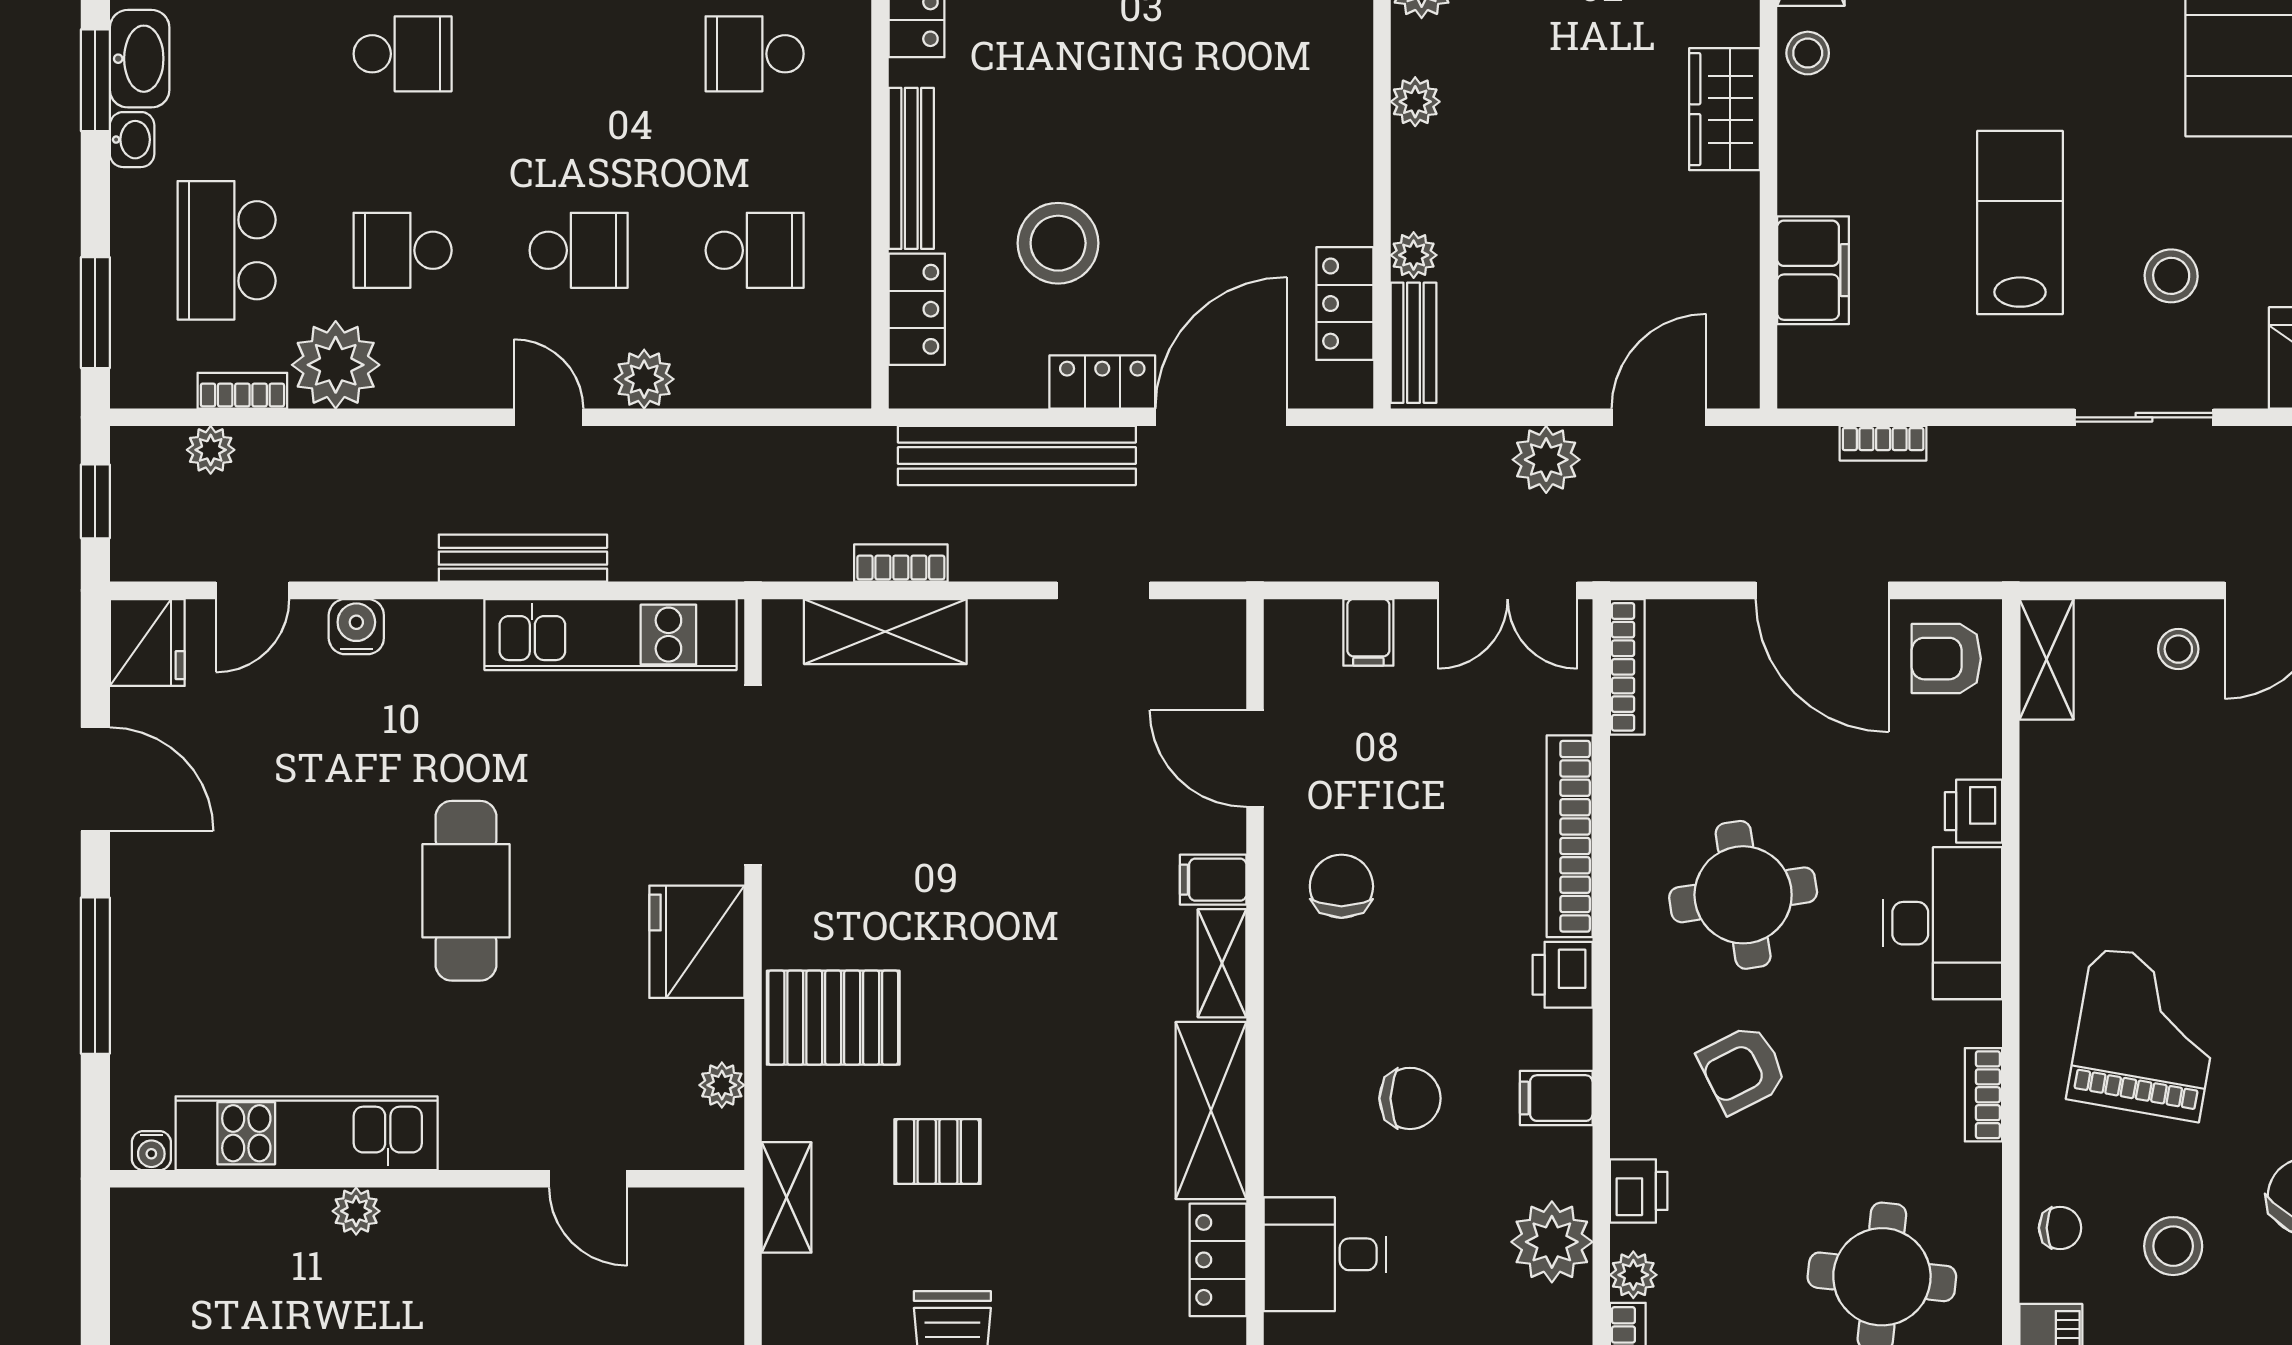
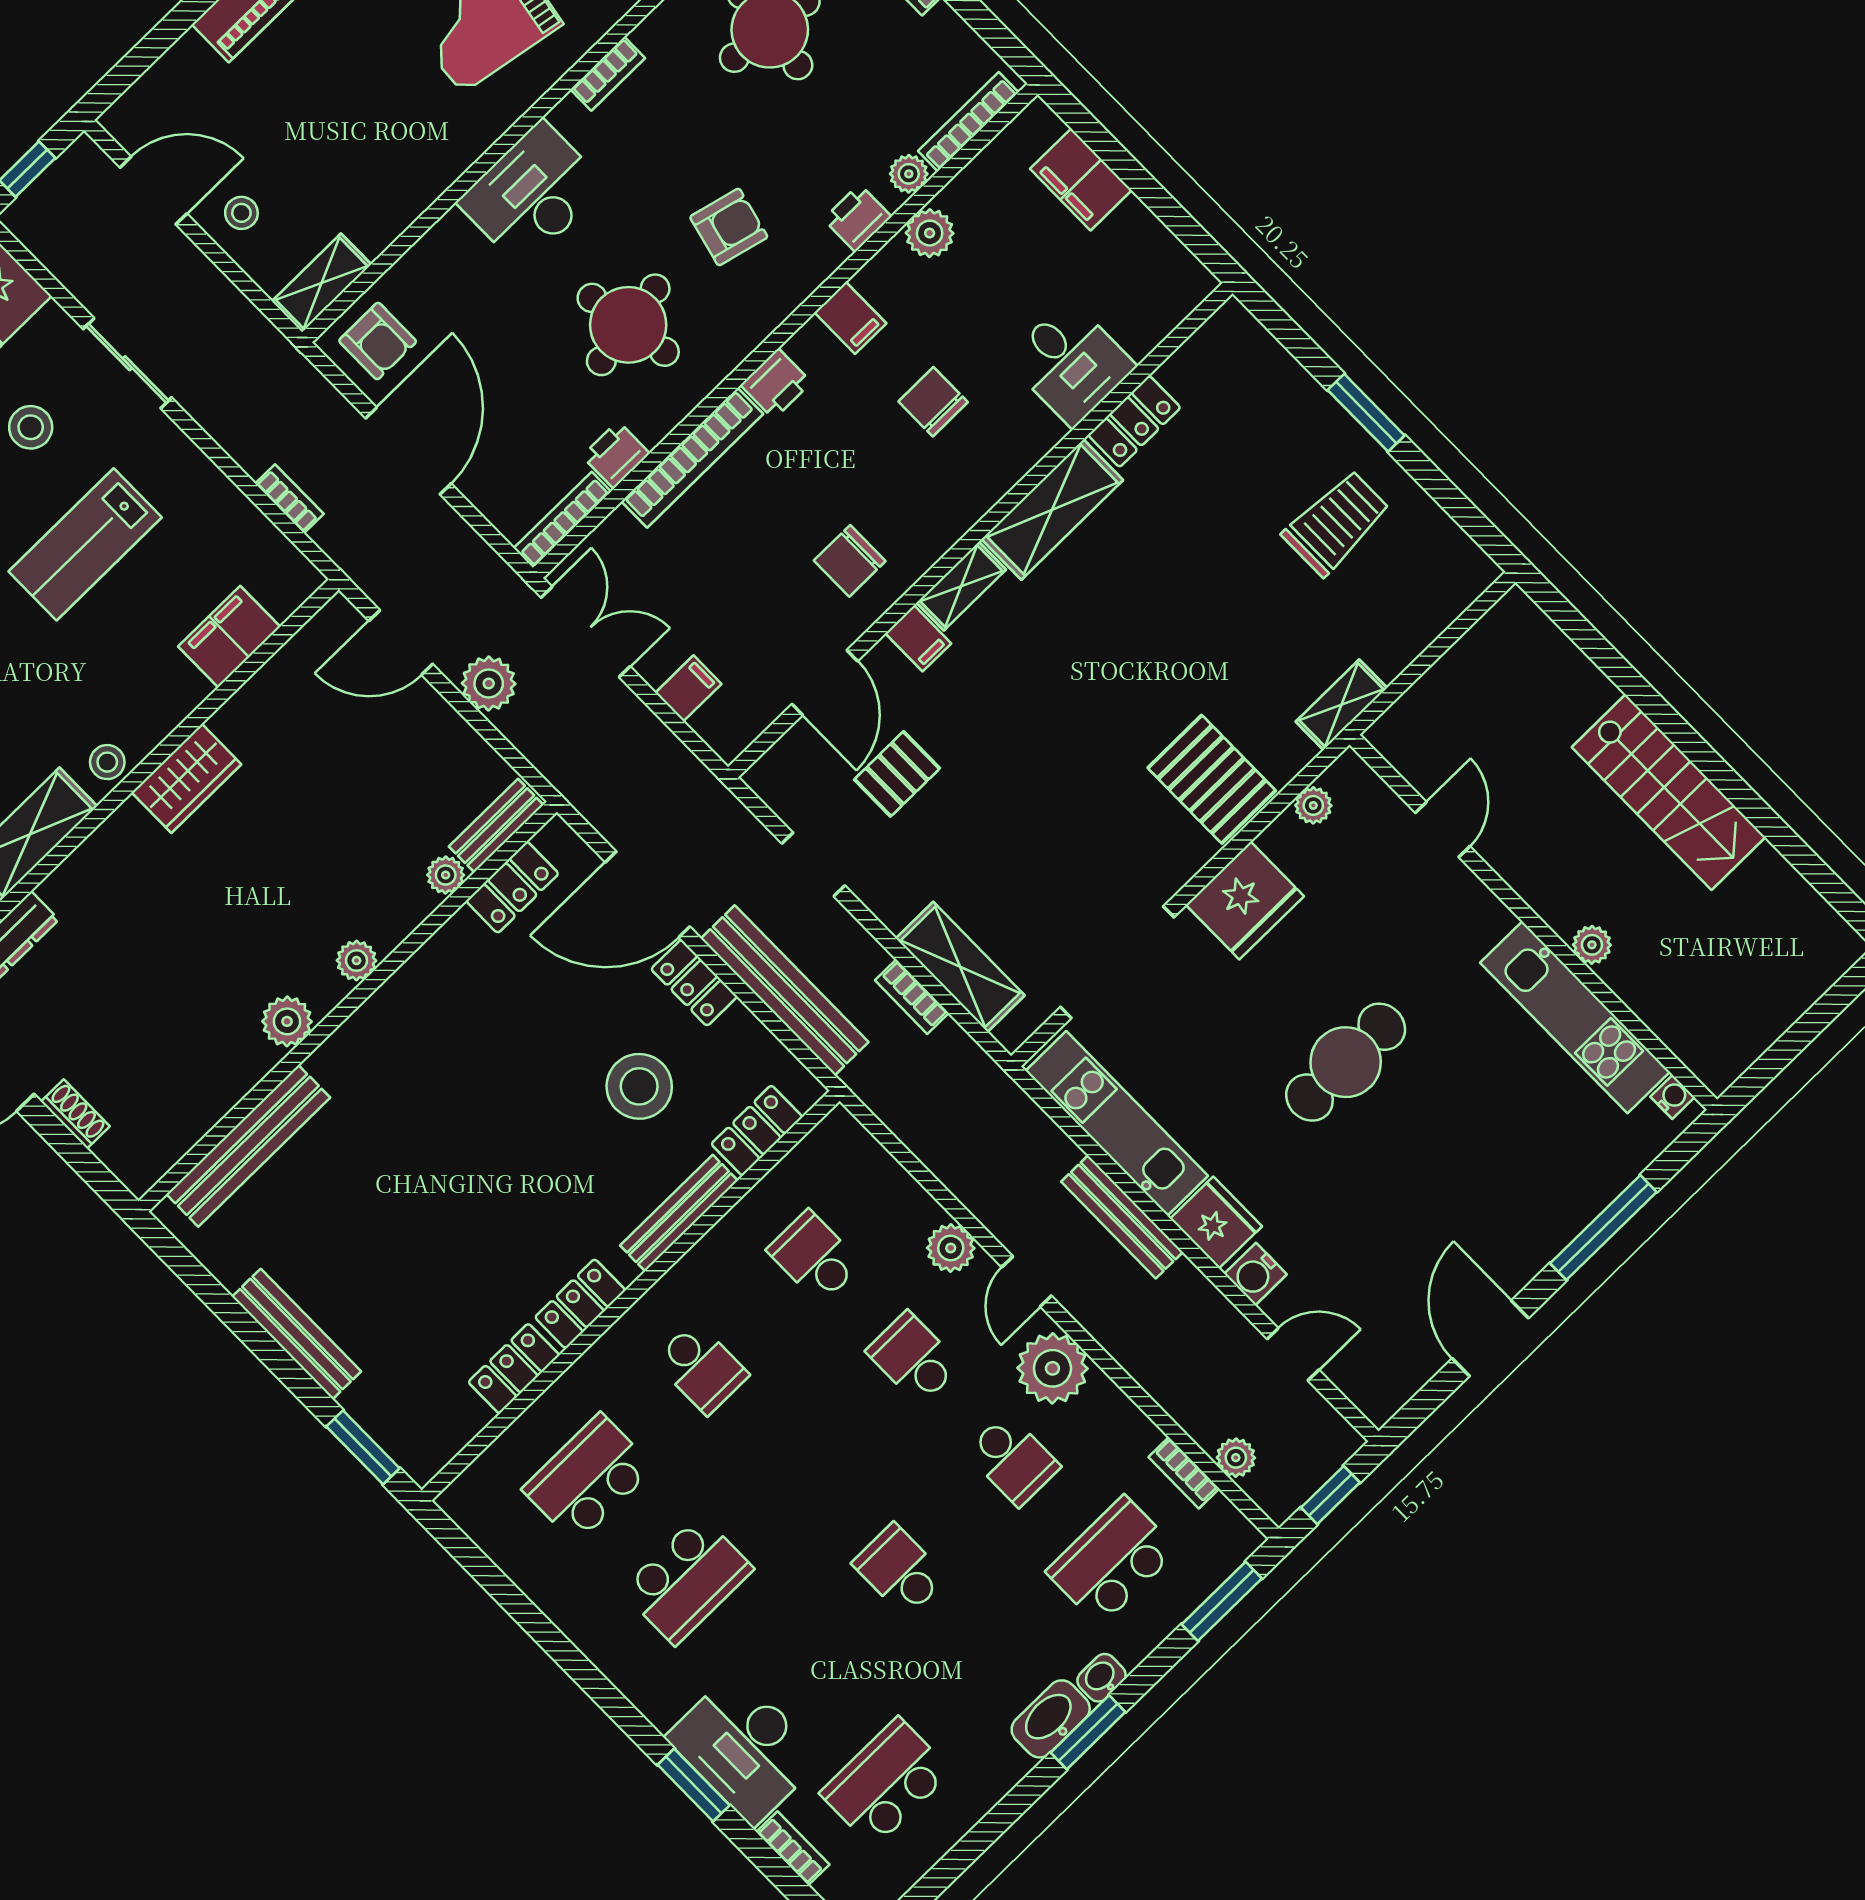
school desk: (227, 250) -> (1112, 1561), turned 180
plant: (336, 365) -> (1052, 1368), moved
fridge: (147, 643) -> (1216, 1223), moved, turned 90
printer: (1973, 811) -> (616, 455), moved, turned 180
armchair: (1742, 1069) -> (729, 227), turned -49
pallet: (938, 1152) -> (897, 774), moved, turned 90
plant: (1552, 1242) -> (930, 233), width x0.73, depth x0.73

